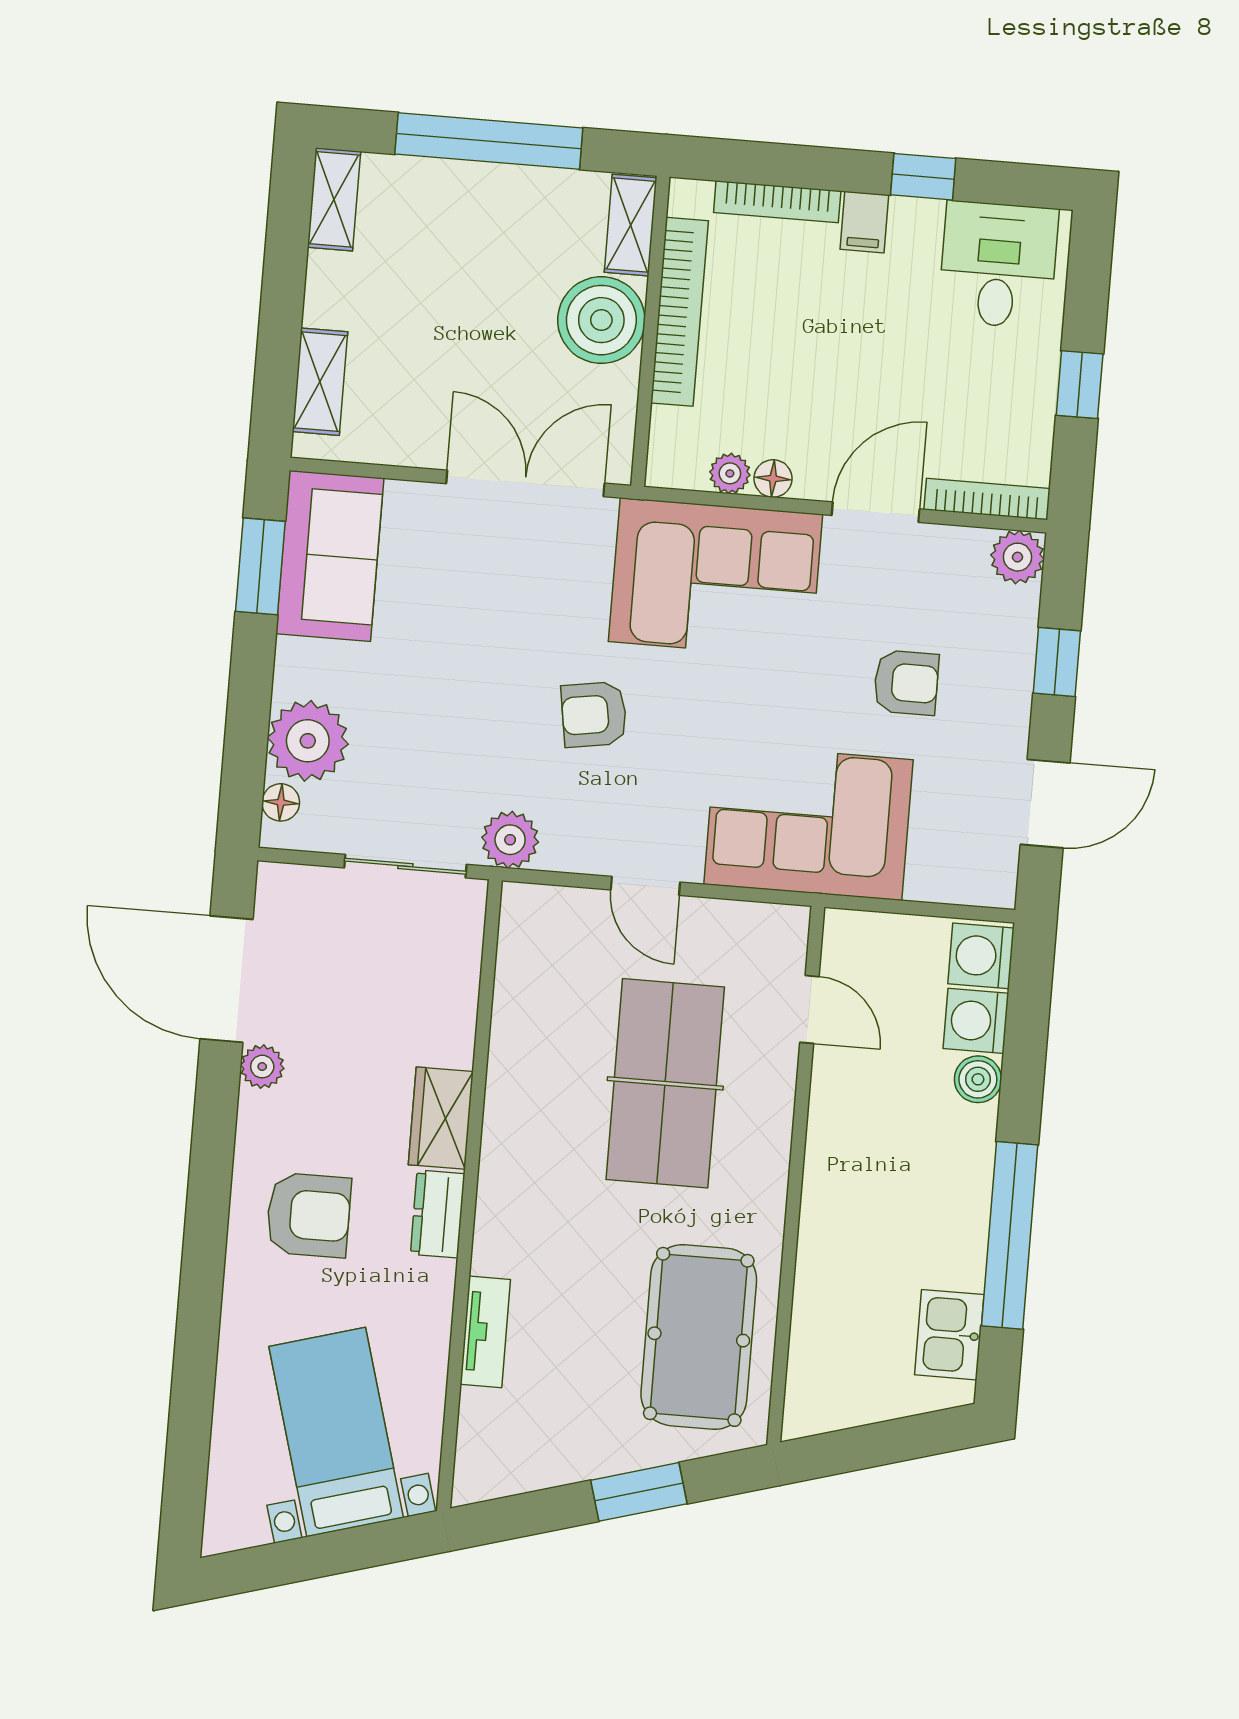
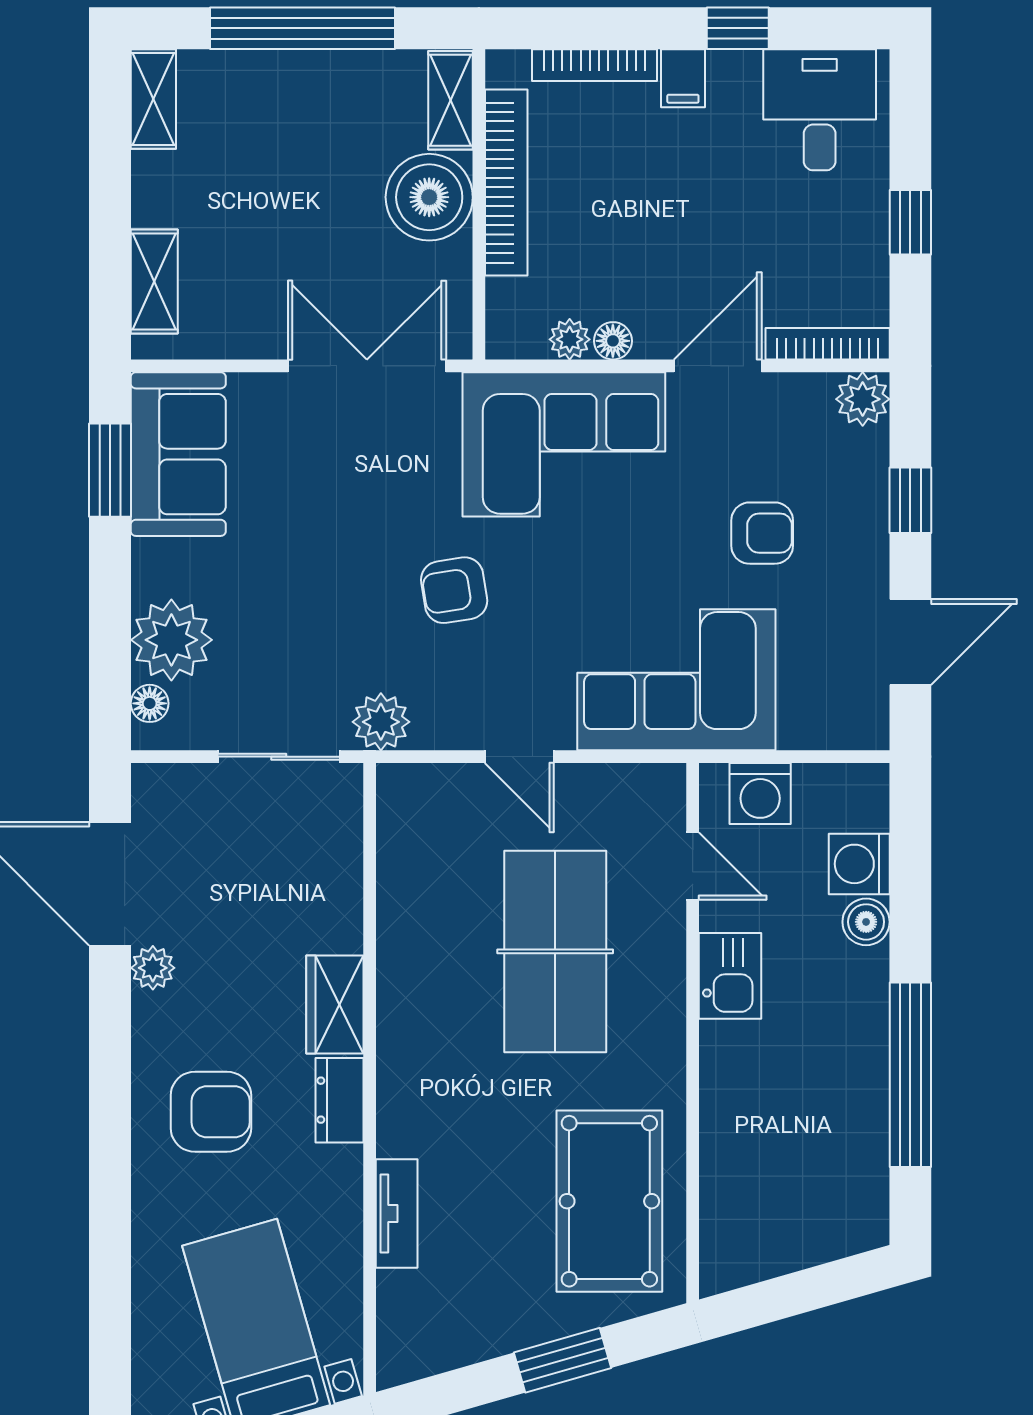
washing machine: (981, 956) -> (760, 794), moved, turned -90
kitchen sink: (949, 1335) -> (730, 976), moved, turned 180

